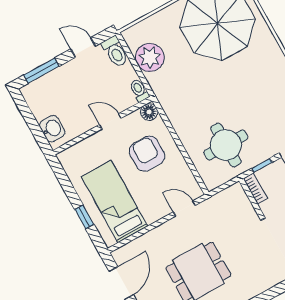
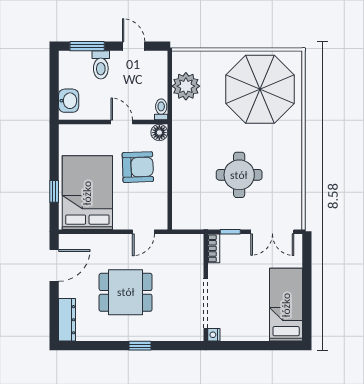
toilet: (115, 52) -> (101, 65), moved
round table: (226, 145) -> (239, 175), moved
armchair: (147, 154) -> (138, 167), turned 88
bed: (115, 202) -> (87, 193), width x1.50
door: (184, 209) -> (143, 232), swing flipped

